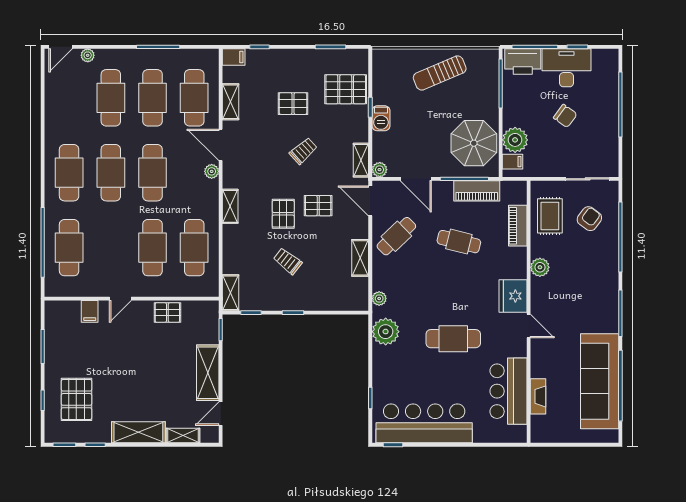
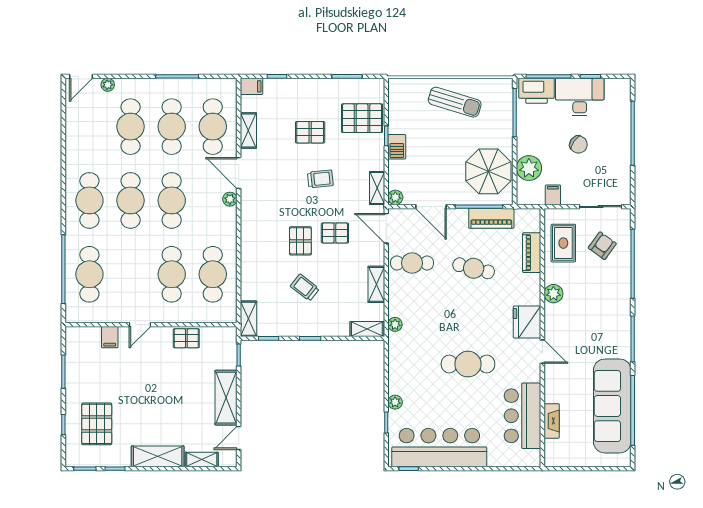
sun lounger: (440, 73) -> (455, 102), turned -140
trolley: (303, 151) -> (320, 179), turned 36
filing cabinet: (512, 162) -> (553, 195), moved, turned -90
shelving: (230, 206) -> (367, 329), moved, turned 90
cafe table: (396, 236) -> (412, 263), turned 44
plant: (386, 332) -> (395, 402), moved, width x0.53, depth x0.53

